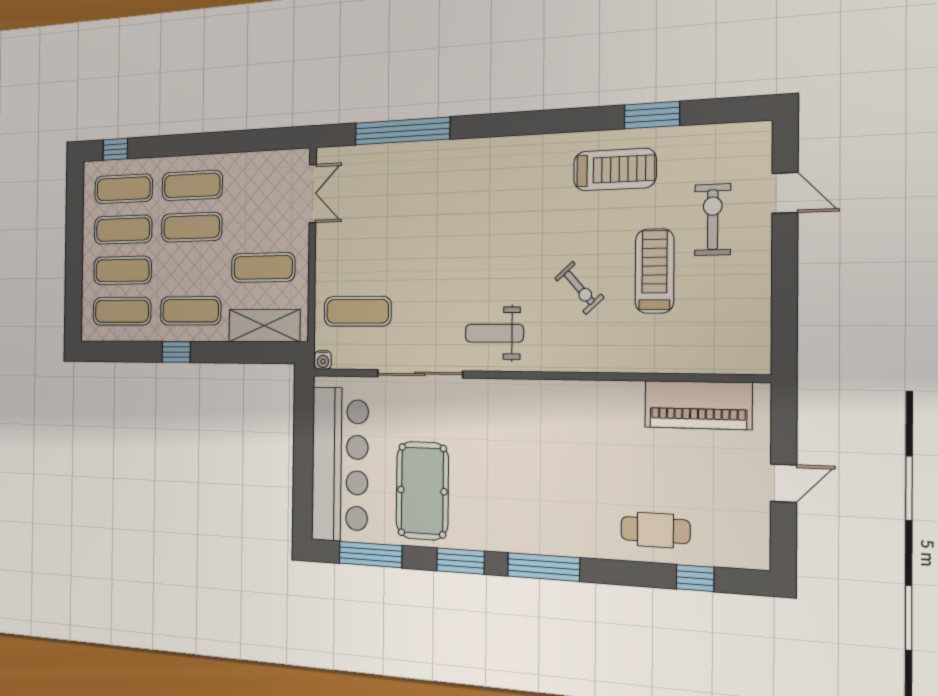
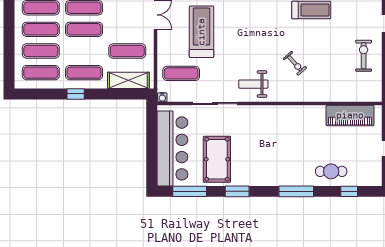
exercise bike: (713, 220) -> (364, 56), moved
treadmill: (655, 271) -> (201, 32), moved, width x1.37, depth x1.38
window: (543, 567) -> (296, 191), moved

